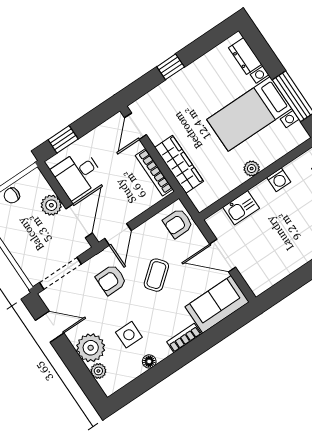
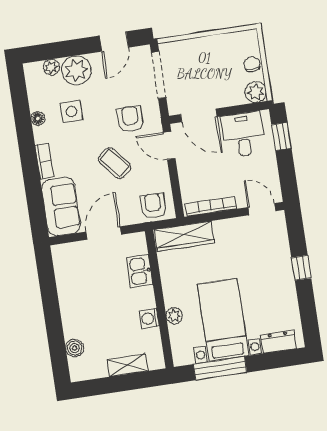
wardrobe: (179, 164) -> (184, 236), moved
plant: (252, 169) -> (174, 316), moved
plant: (51, 205) -> (256, 92), moved

